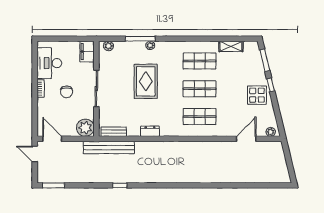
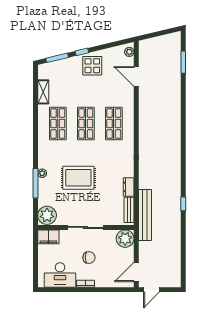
plant: (108, 46) -> (47, 215), width x1.87, depth x1.87
dresser: (150, 131) -> (129, 187), moved
window: (53, 185) -> (183, 62), moved

